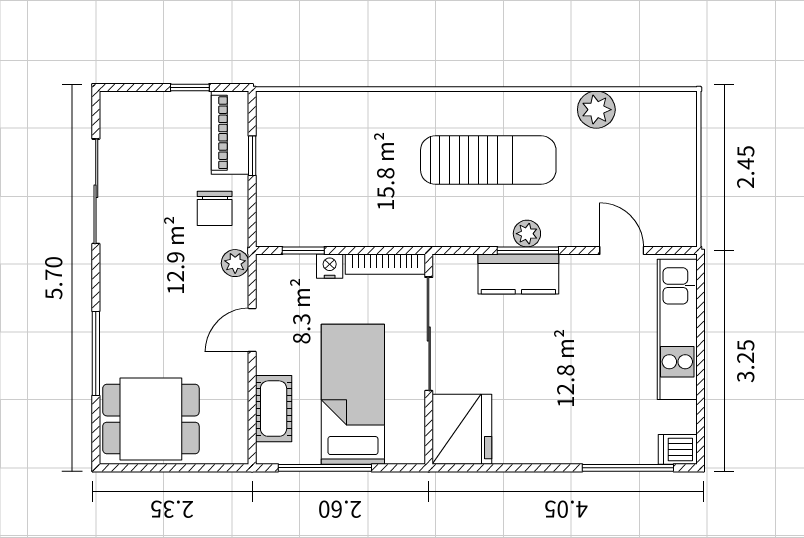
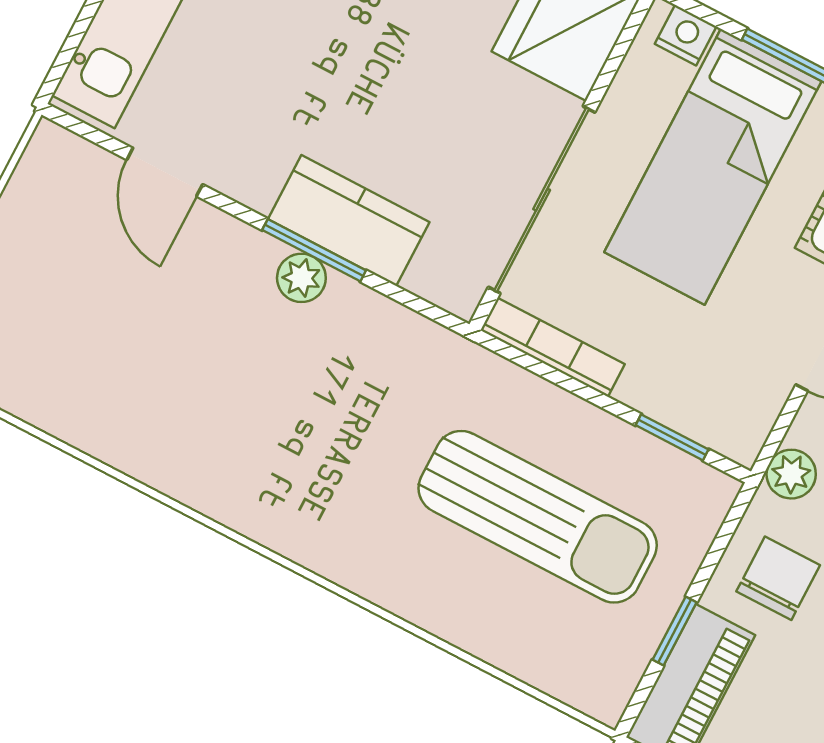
plant: (596, 110) -> (88, 418), removed
sun lounger: (488, 160) -> (538, 517), moved, turned 180
nightstand: (330, 266) -> (686, 35), moved, turned 180

